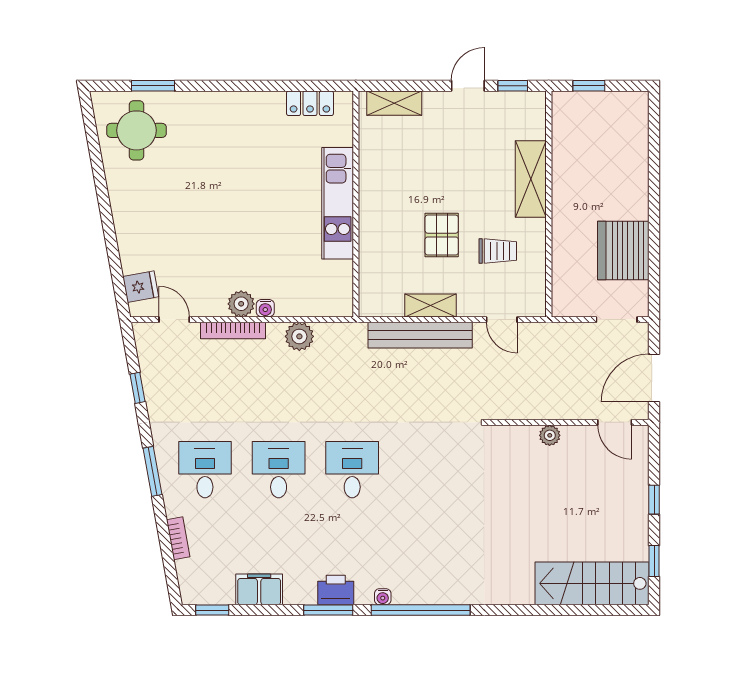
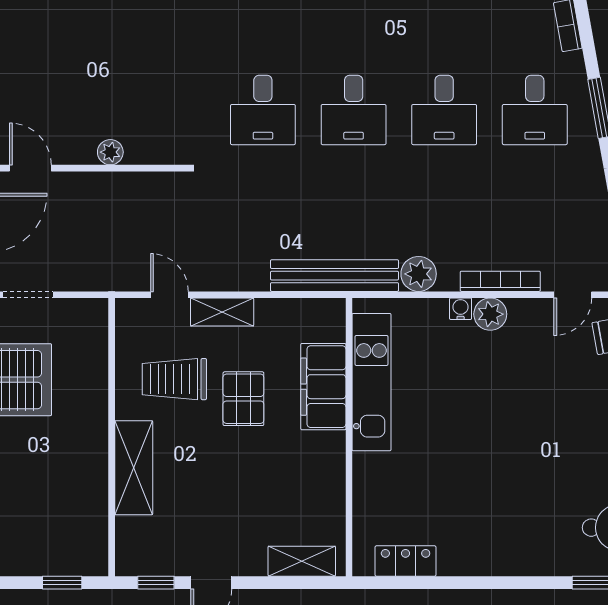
kitchen unit: (338, 203) -> (371, 382), moved
filing cabinet: (377, 245) -> (323, 387), added
trolley: (498, 251) -> (174, 379), width x1.36, depth x1.39
shelving: (431, 305) -> (222, 312), moved
door: (174, 320) -> (573, 295), hinge flipped
bench: (420, 335) -> (334, 276), moved
desk: (426, 470) -> (263, 110), added

